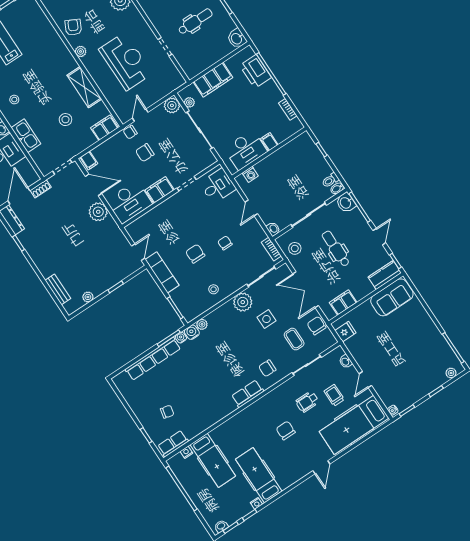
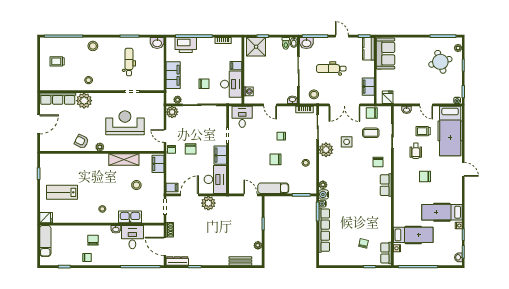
chair: (226, 120) -> (204, 84), added
shower: (305, 150) -> (256, 47), added
round table: (423, 364) -> (440, 62), added

